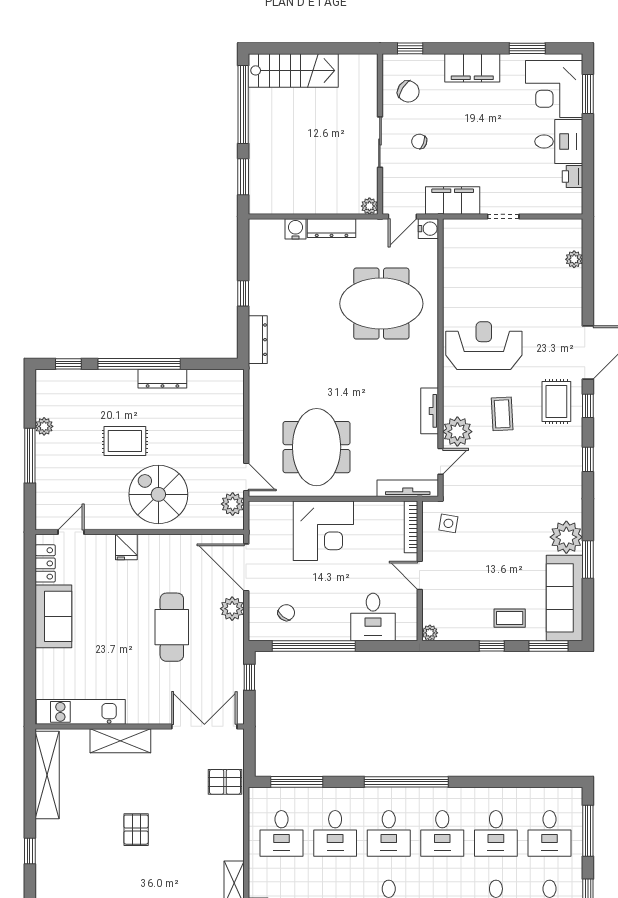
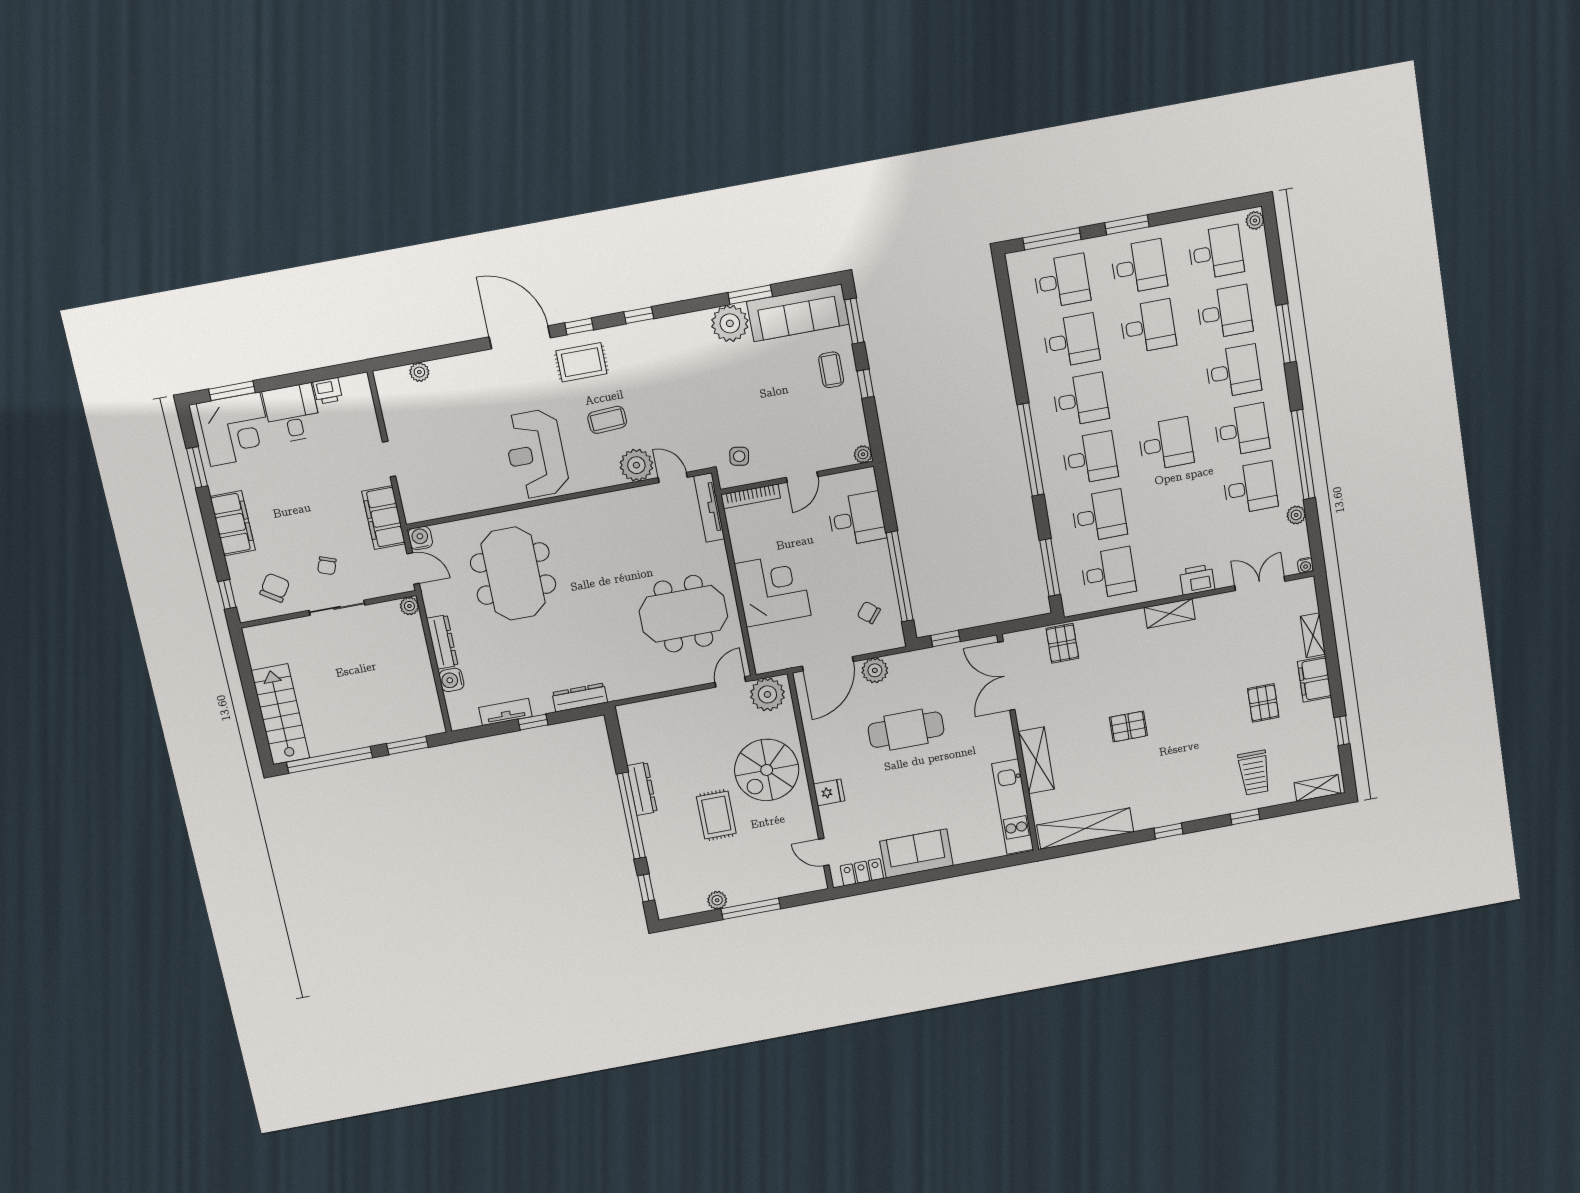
tv unit: (430, 411) -> (505, 712), moved, turned 180
plant: (233, 504) -> (767, 694), width x1.36, depth x1.36

